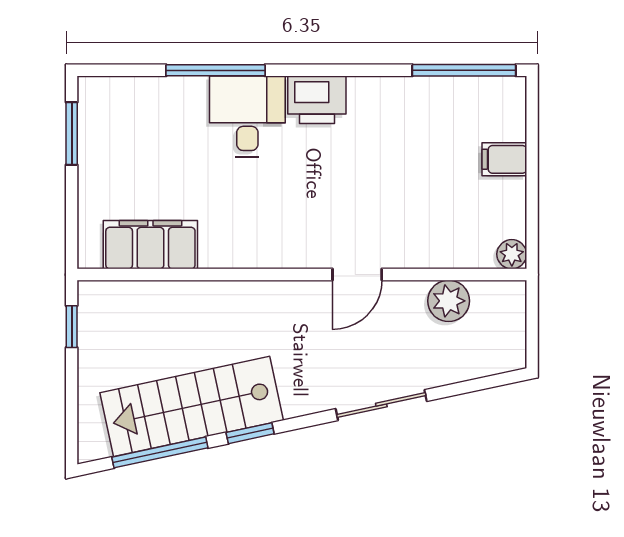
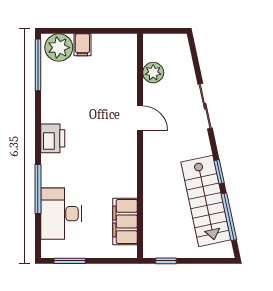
desk: (247, 116) -> (61, 214), moved, width x1.37
plant: (512, 254) -> (59, 48), moved, width x1.88, depth x1.88

